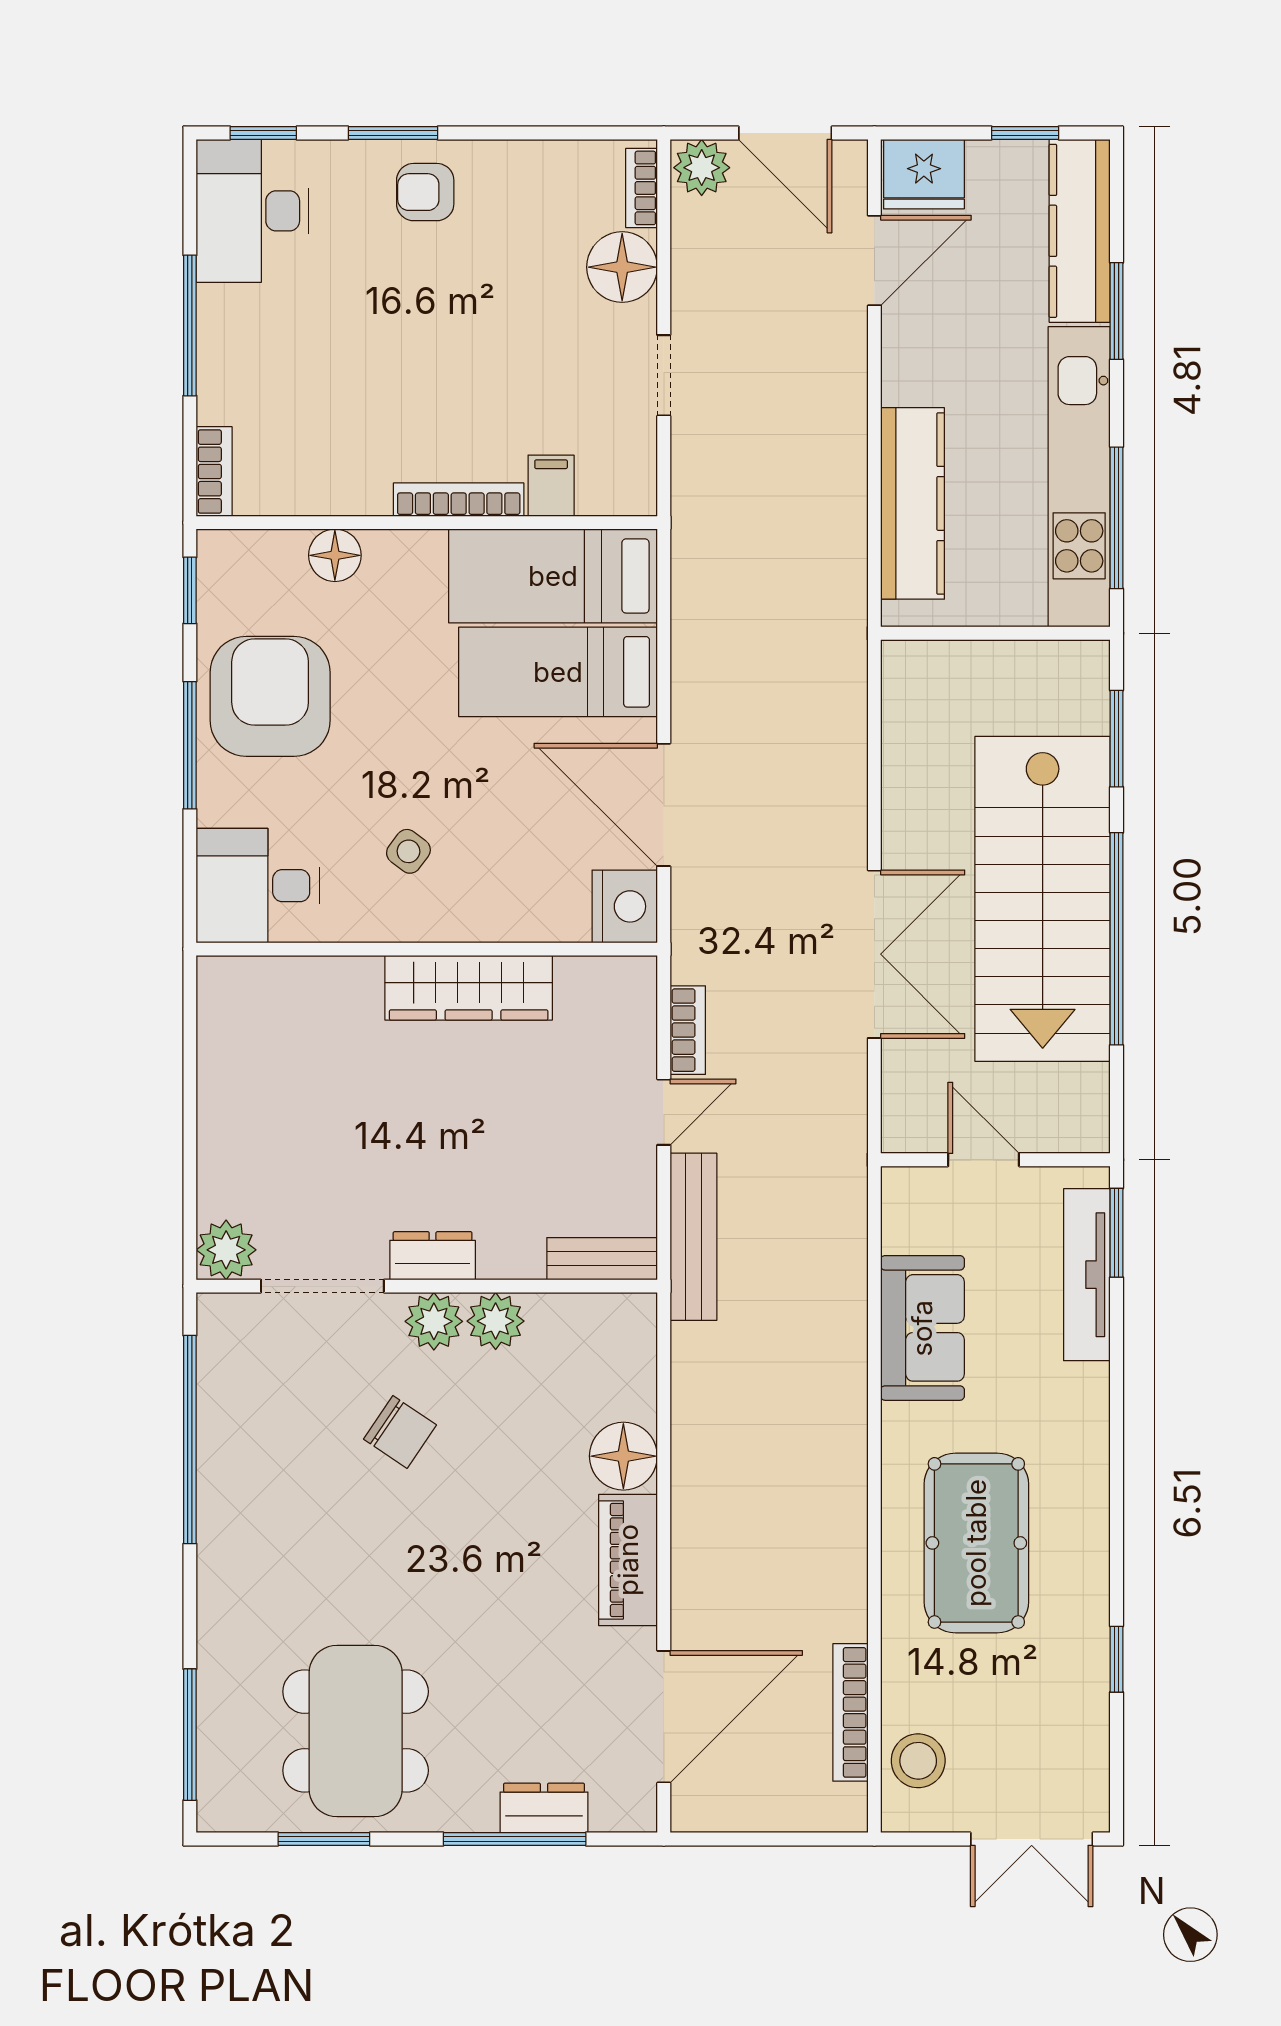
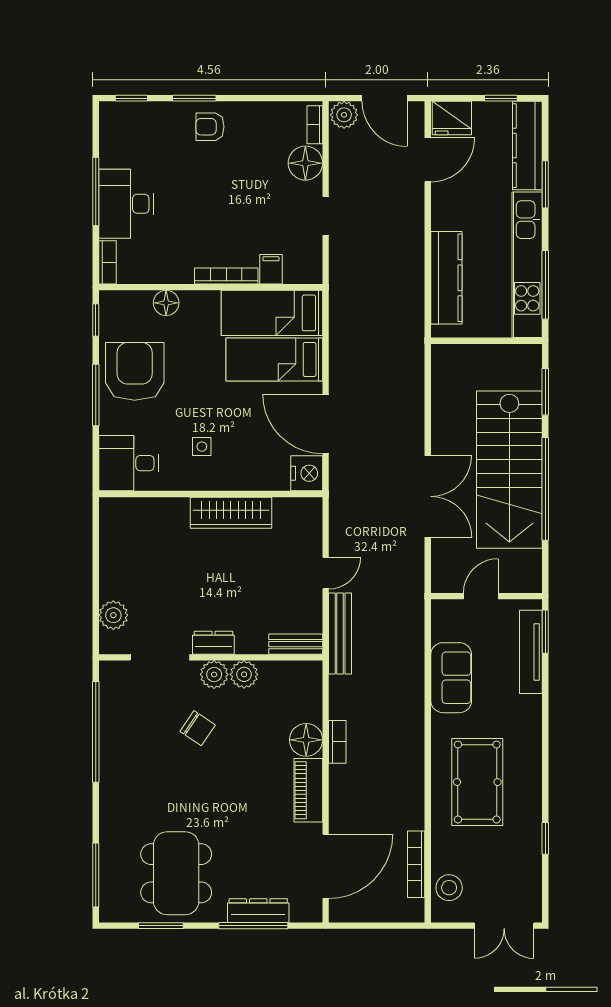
desk: (252, 211) -> (126, 204), moved
side table: (408, 851) -> (202, 447), turned -37
bookcase: (688, 1030) -> (337, 742), moved
door: (984, 1160) -> (481, 596), hinge flipped
plant: (226, 1250) -> (113, 615), moved
dresser: (544, 1808) -> (258, 911), width x1.44

